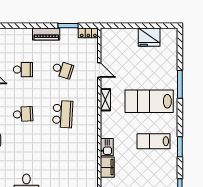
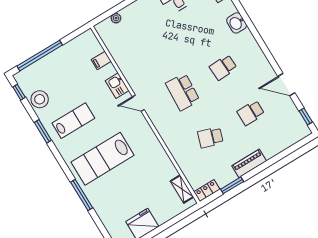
door: (99, 70) -> (138, 103), moved
shelving: (105, 100) -> (182, 189), moved
lab bench: (149, 101) -> (103, 159), turned 180
filing cabinet: (107, 167) -> (101, 60), width x0.50
stool: (168, 171) -> (40, 99), added

